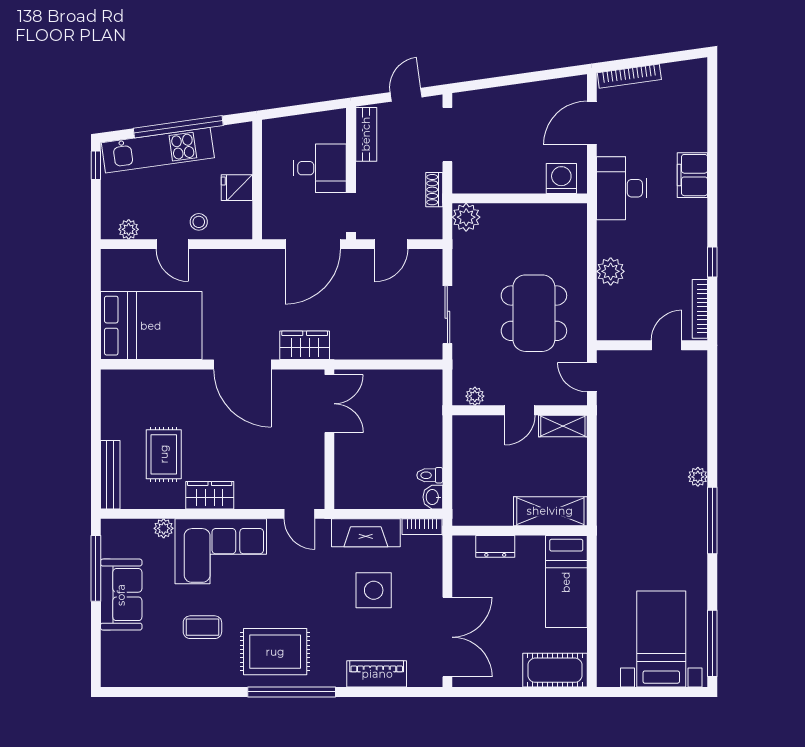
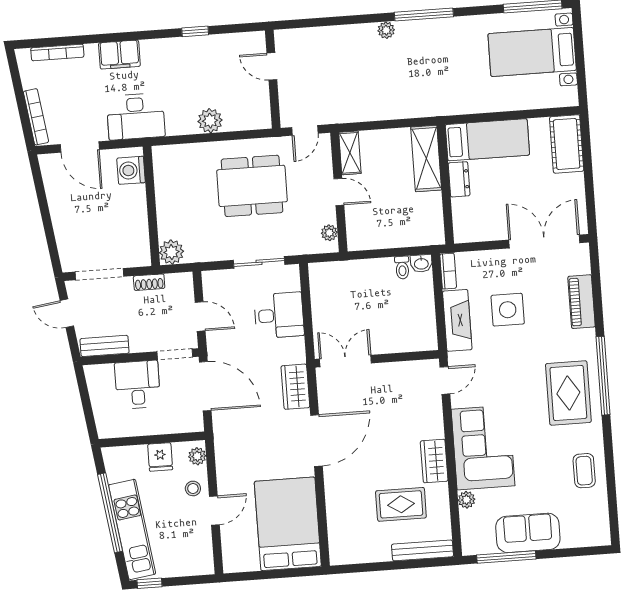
plant: (129, 229) -> (197, 456), moved
bookcase: (700, 309) -> (57, 52), moved
desk: (386, 333) -> (279, 315), added
dresser: (495, 546) -> (459, 179), moved
coffee table: (202, 627) -> (584, 471), moved

